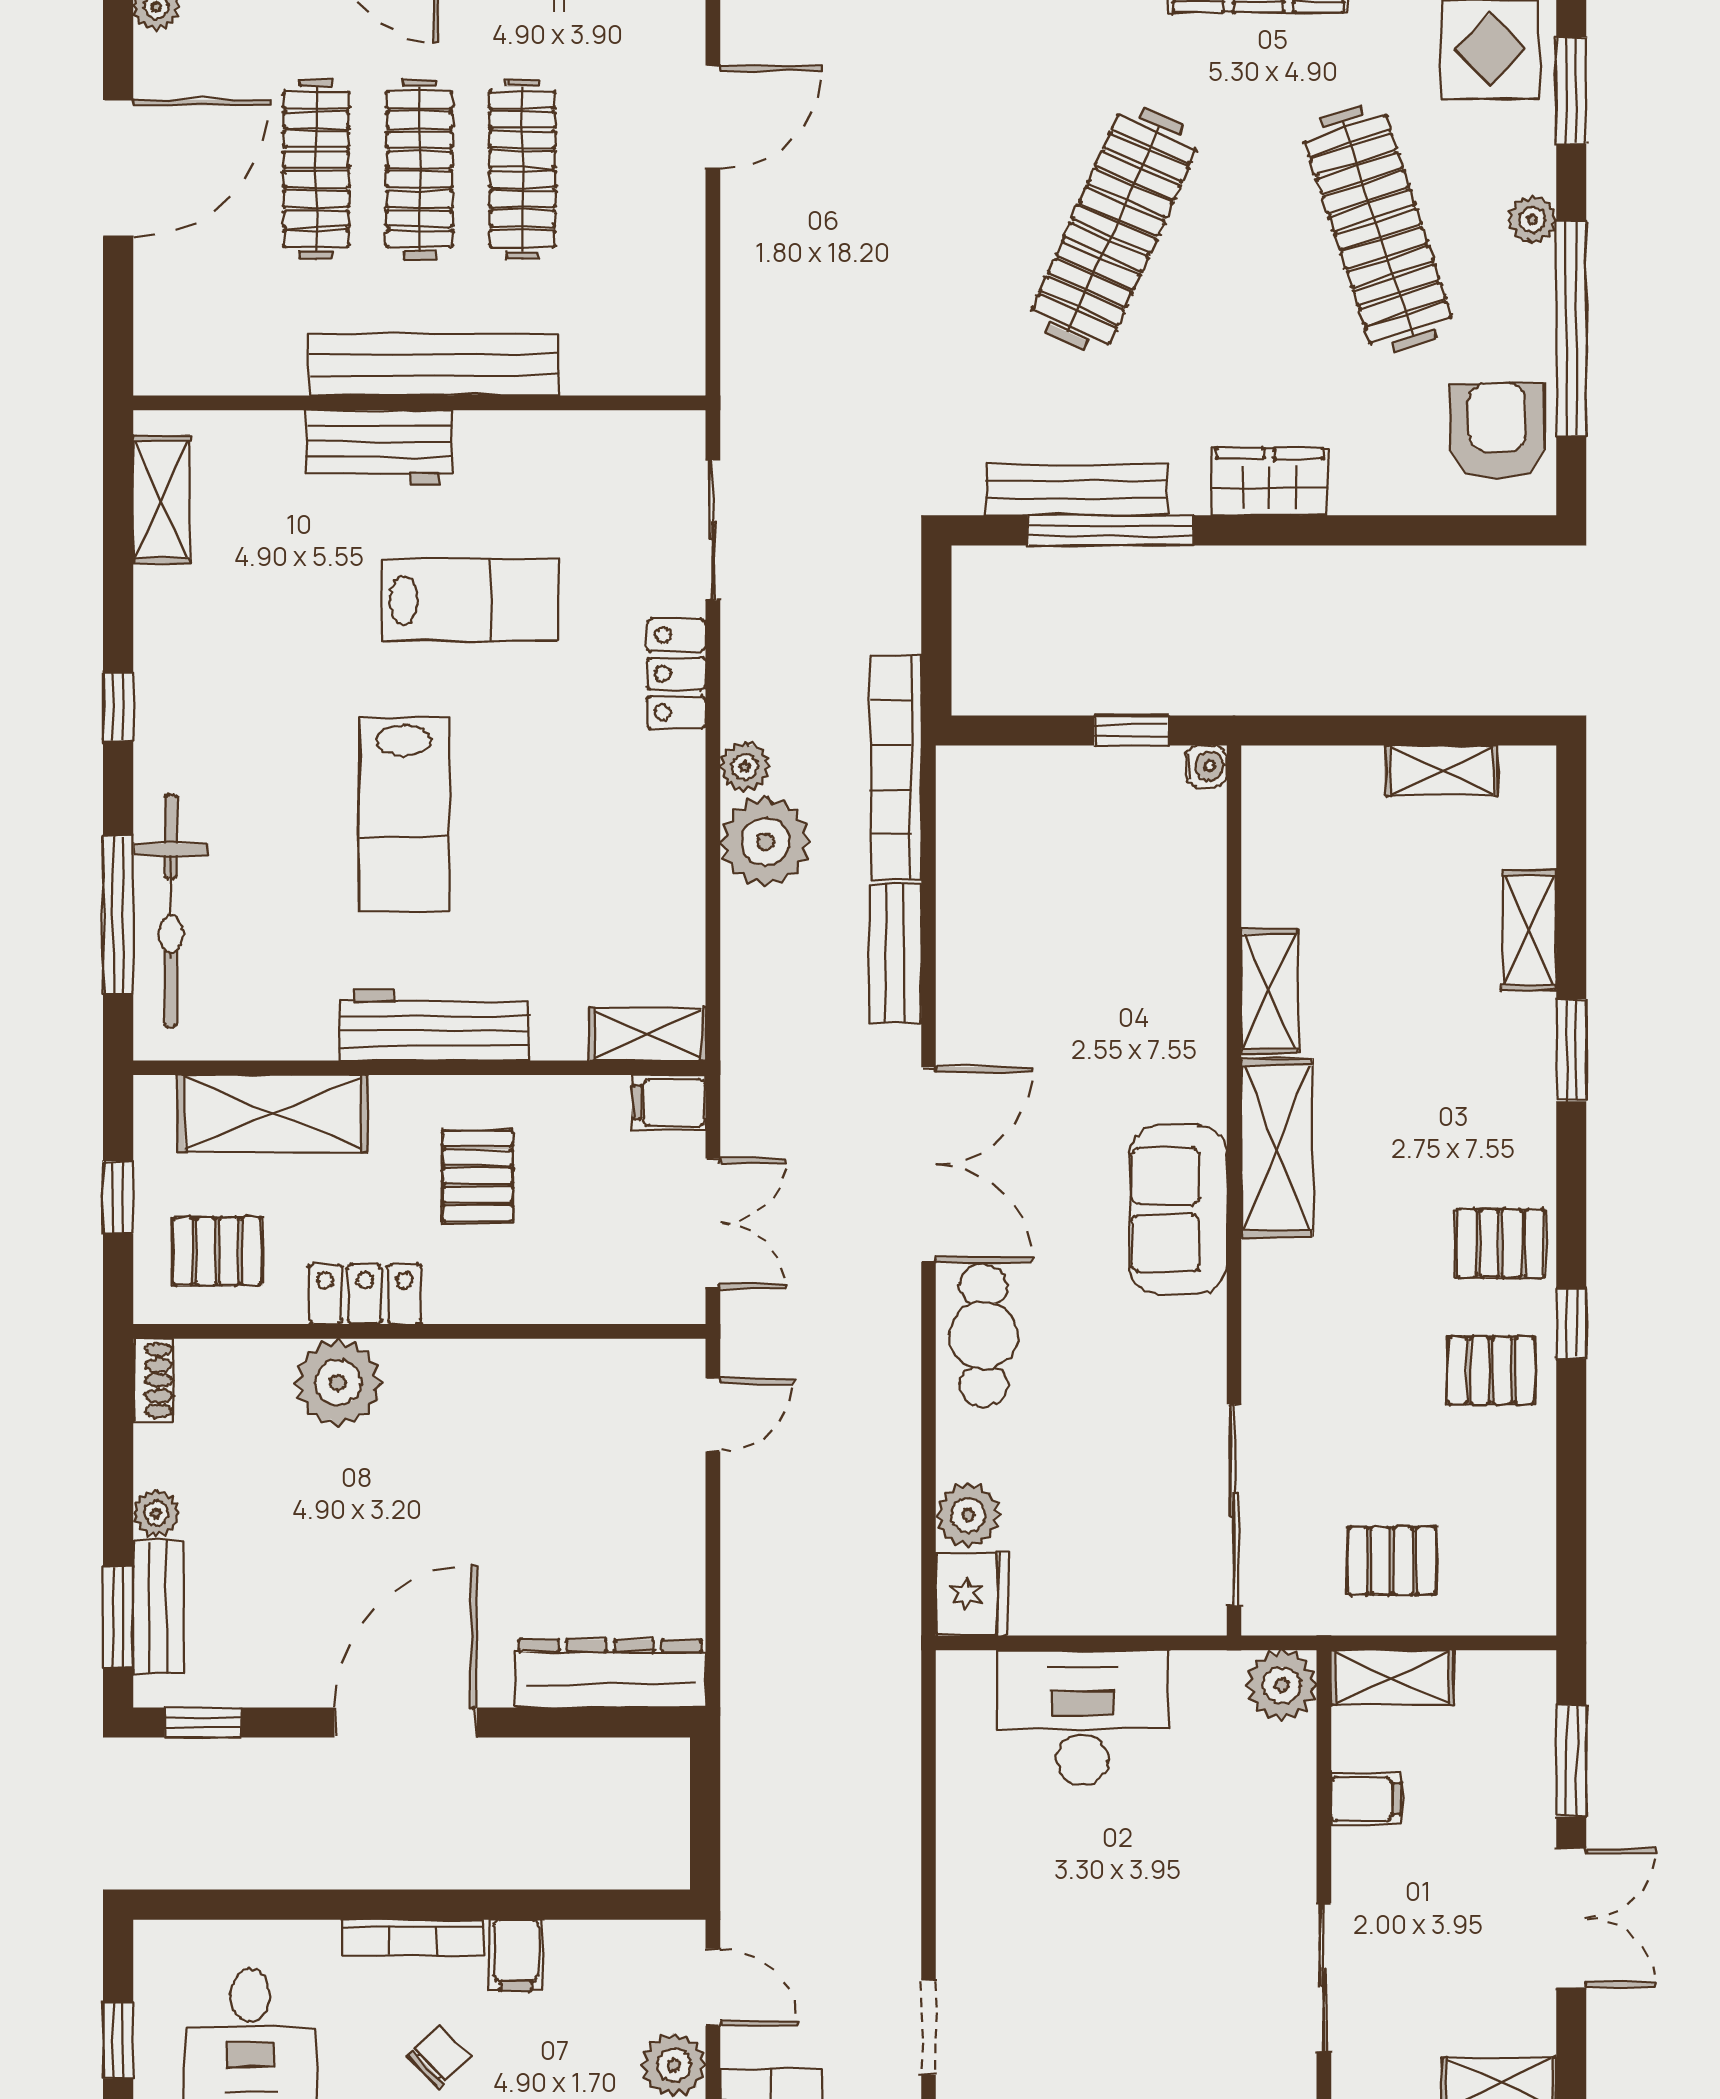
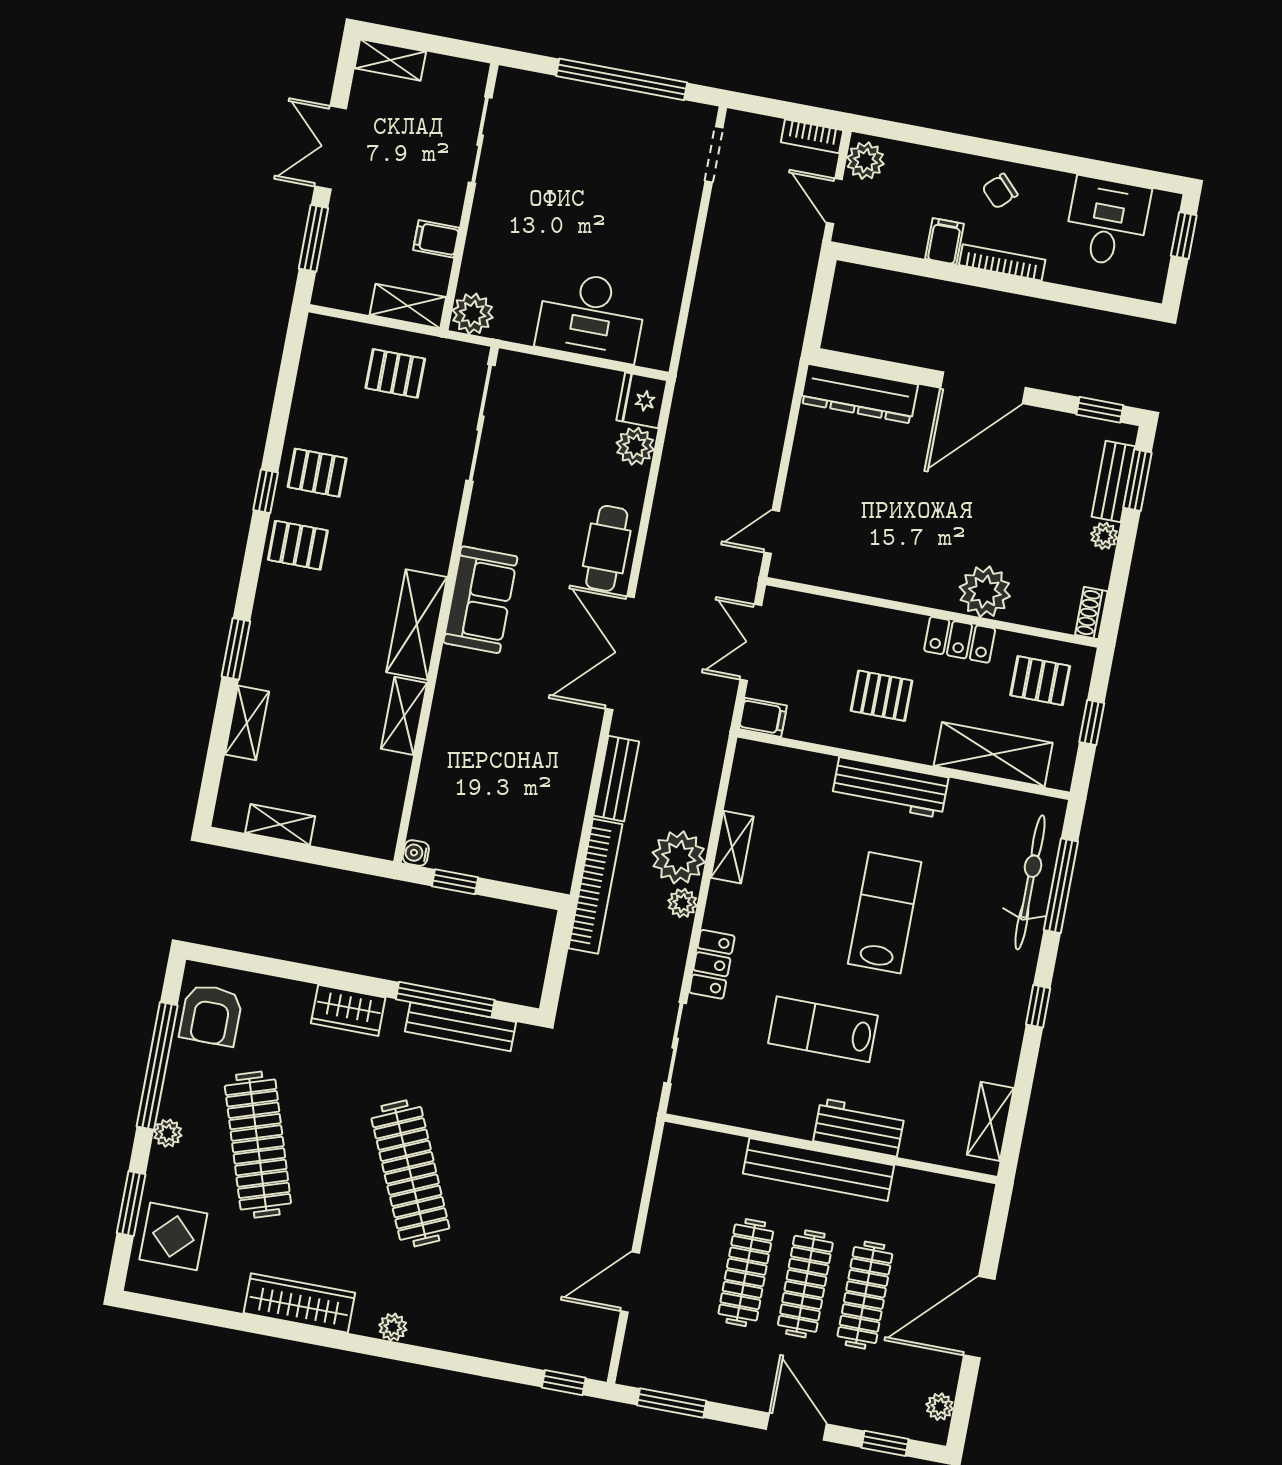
clothes rail: (1114, 229) -> (410, 1173), turned -48
shelving: (648, 1034) -> (732, 847), moved, turned 90
pallet: (478, 1176) -> (882, 696), turned 90

